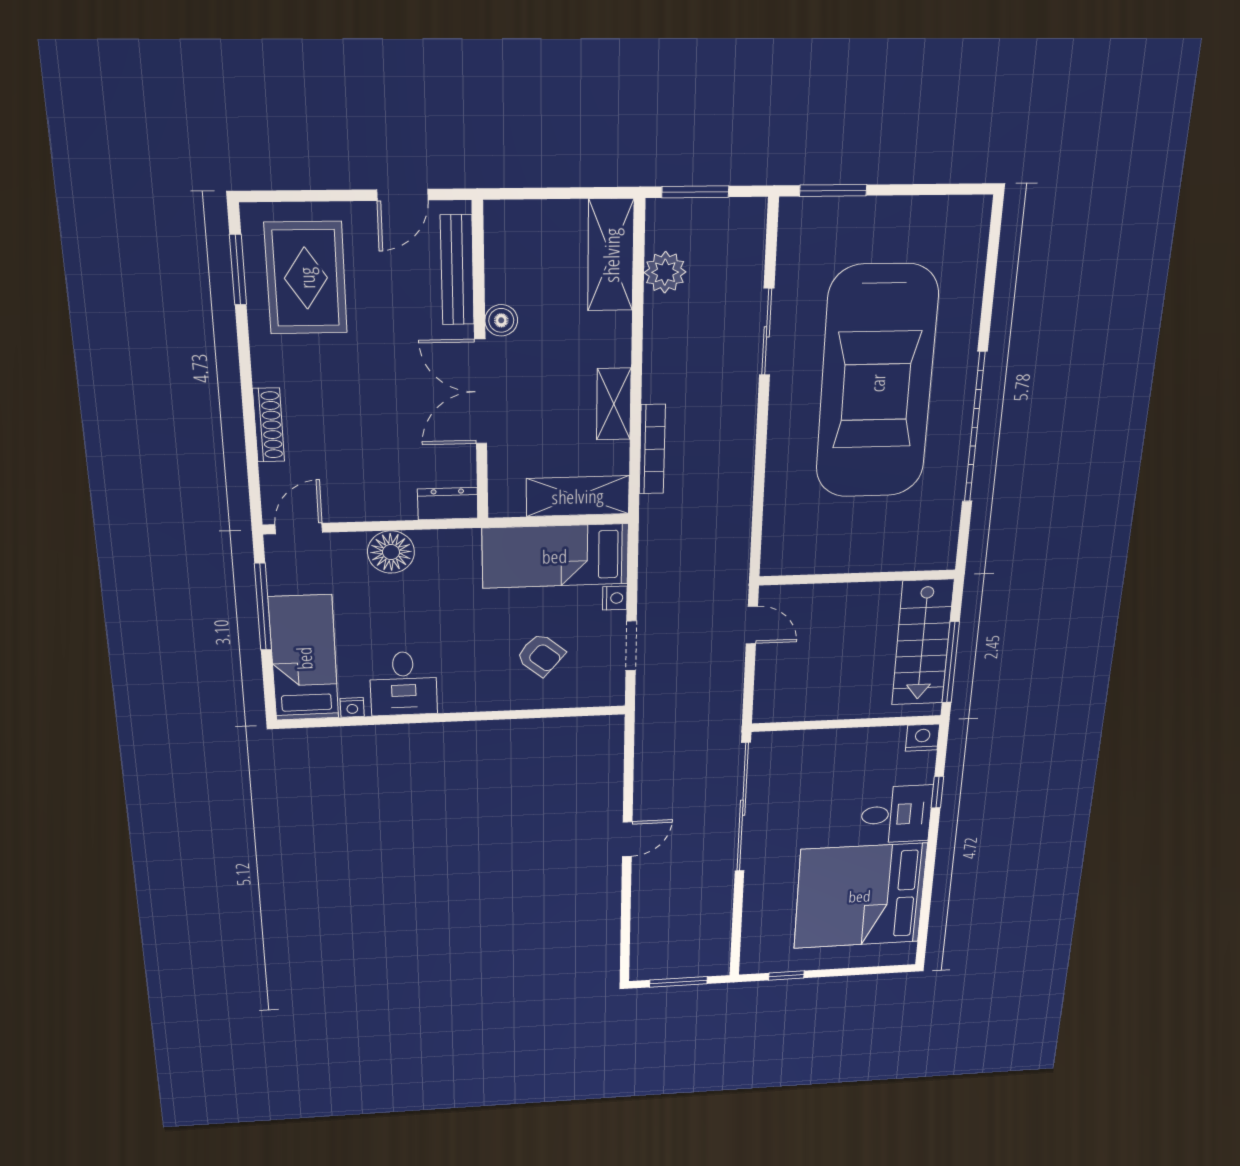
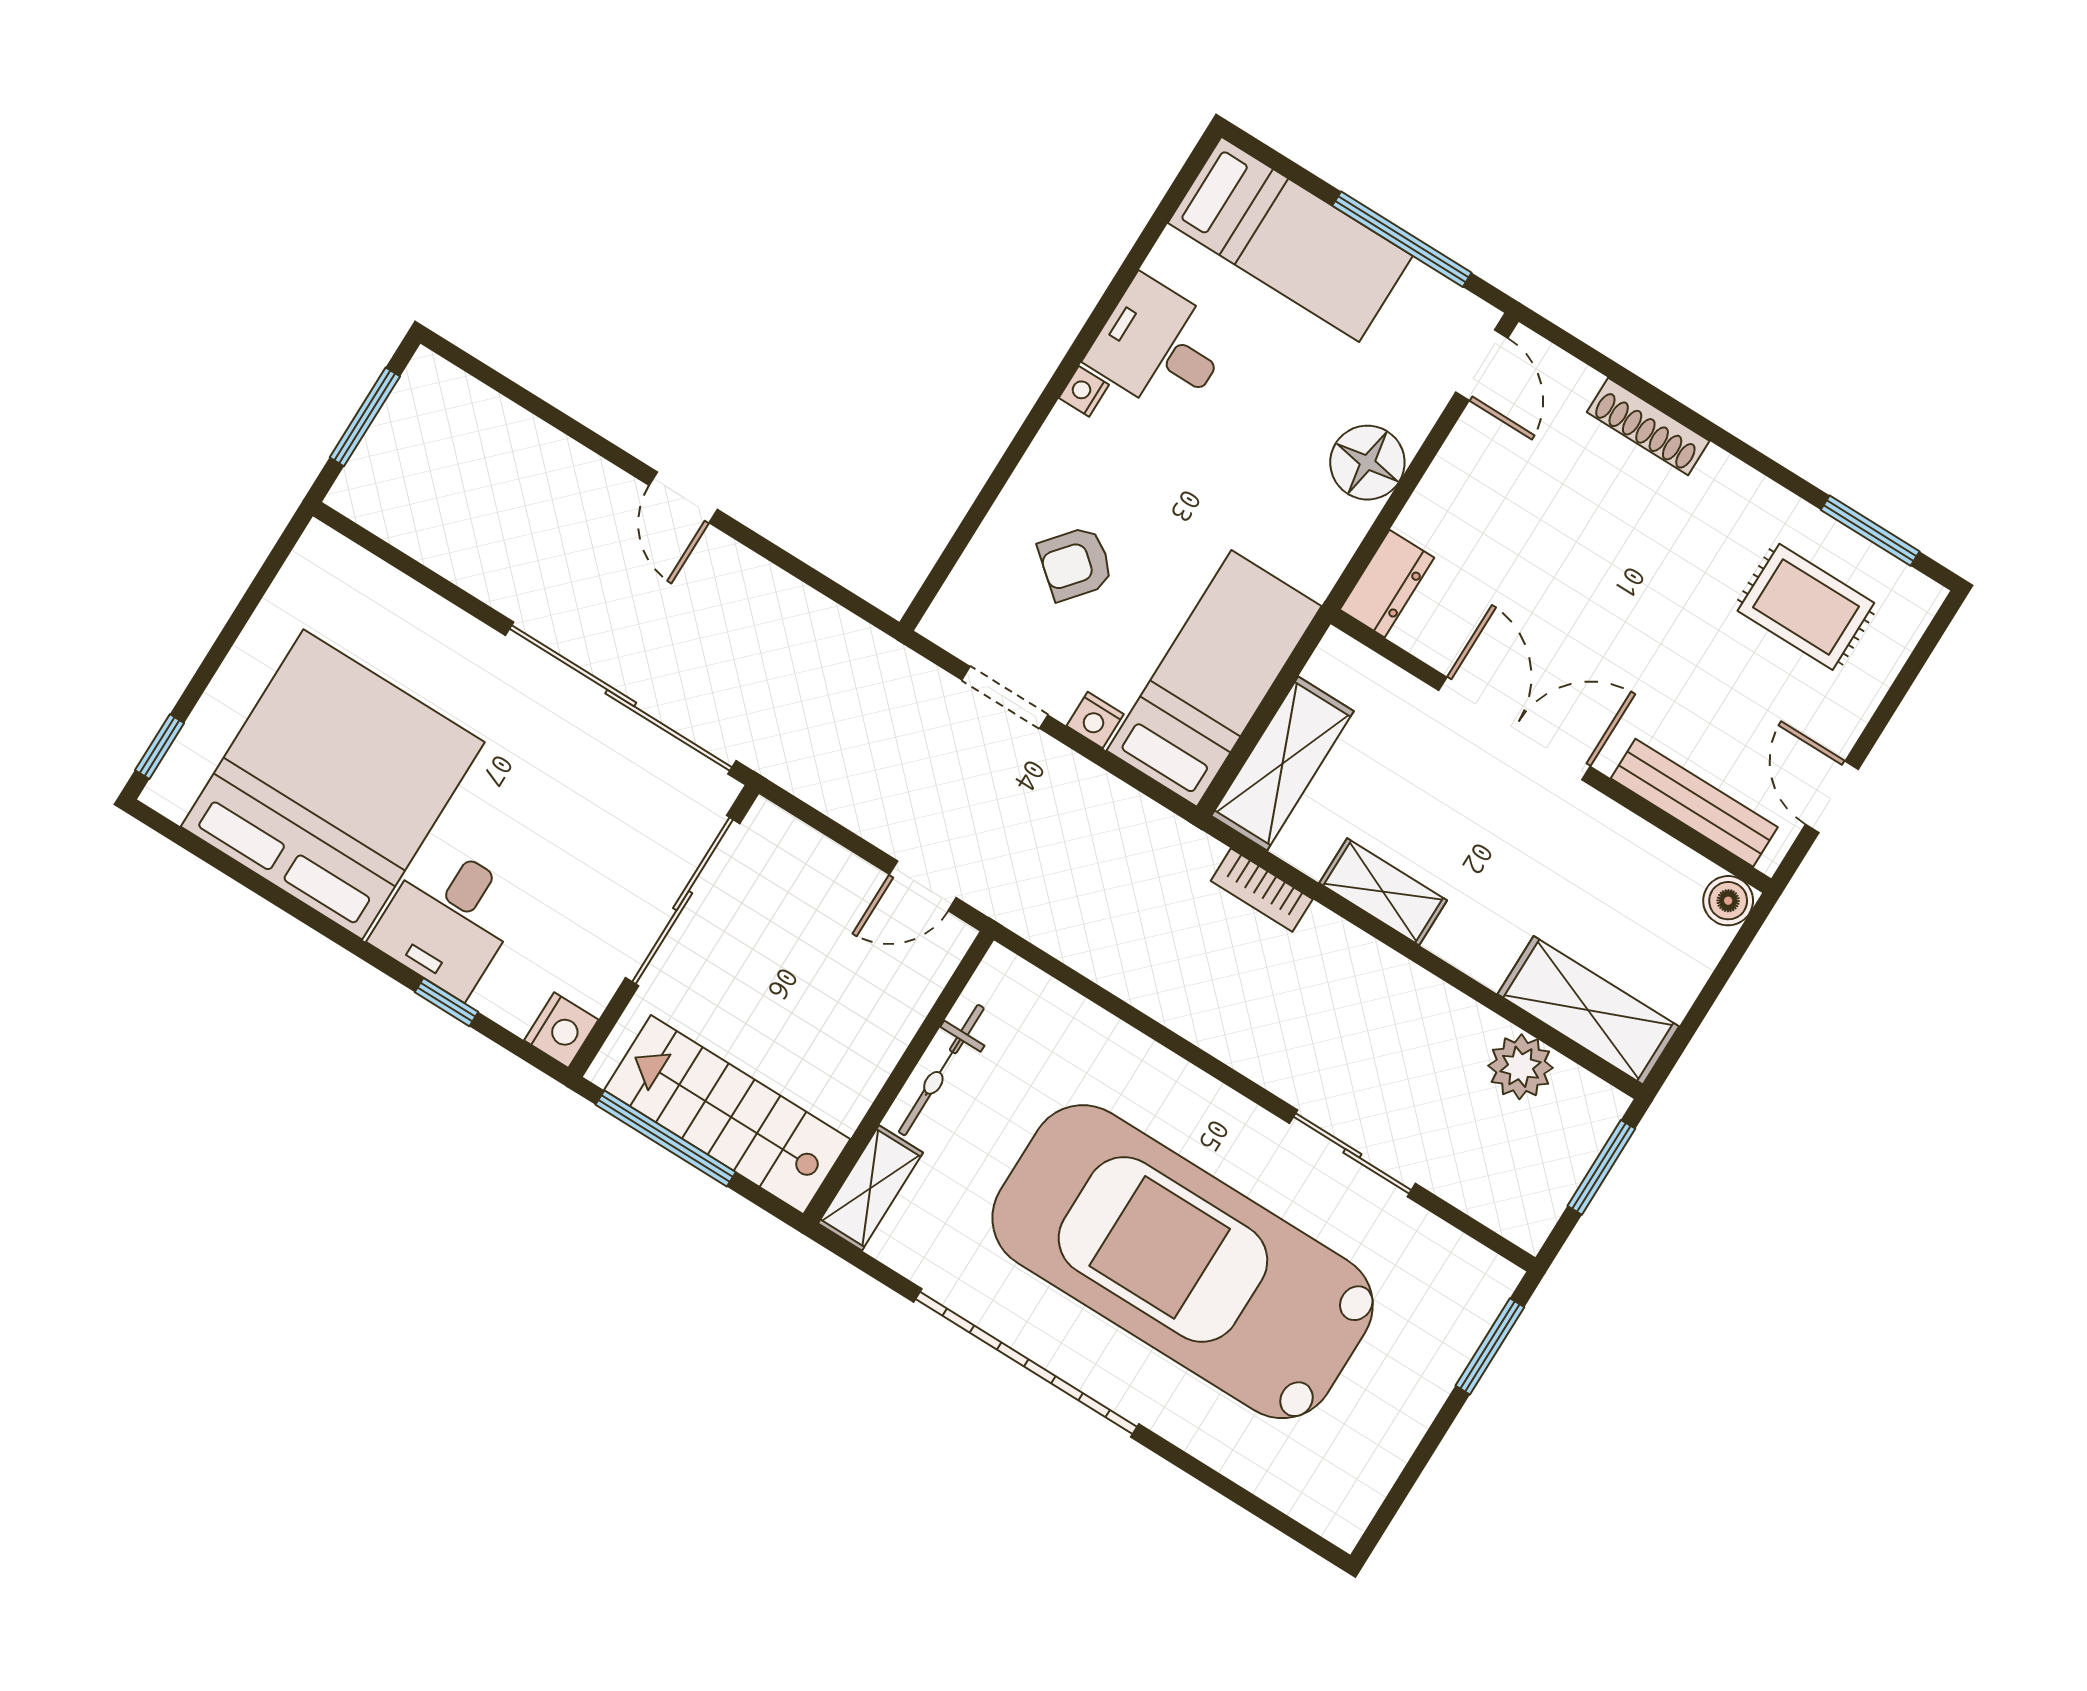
rug: (306, 278) -> (1806, 607), width x0.73, depth x0.70
boiler: (501, 320) -> (1728, 901), moved
bookcase: (652, 449) -> (1262, 890), width x0.64
shelving: (923, 556) -> (870, 1188), added
bicycle: (842, 560) -> (941, 1070), added
nightstand: (352, 707) -> (1084, 391), moved
sliding door: (826, 724) -> (683, 901), added
window: (786, 975) -> (160, 747), moved

